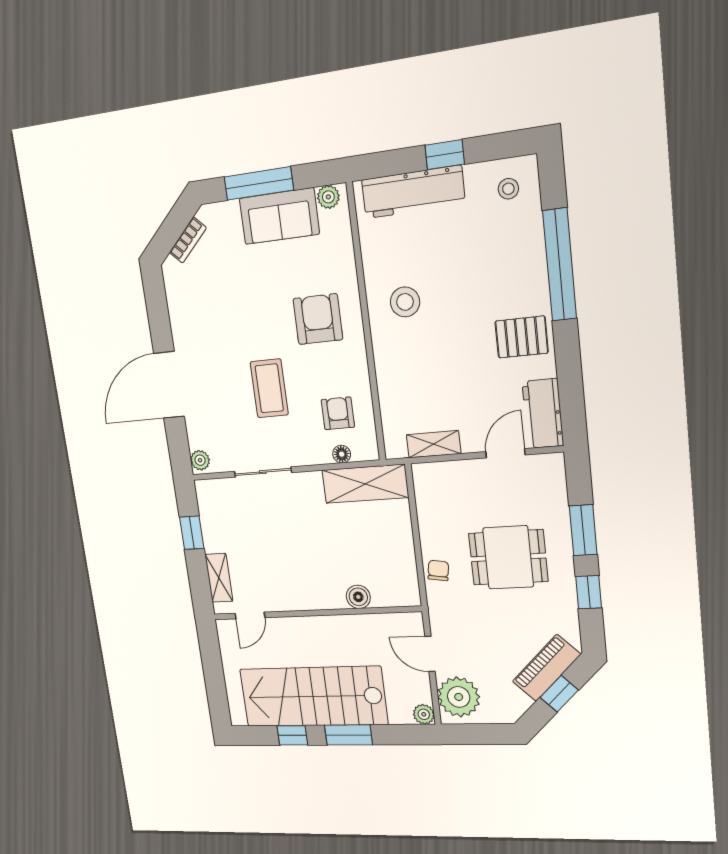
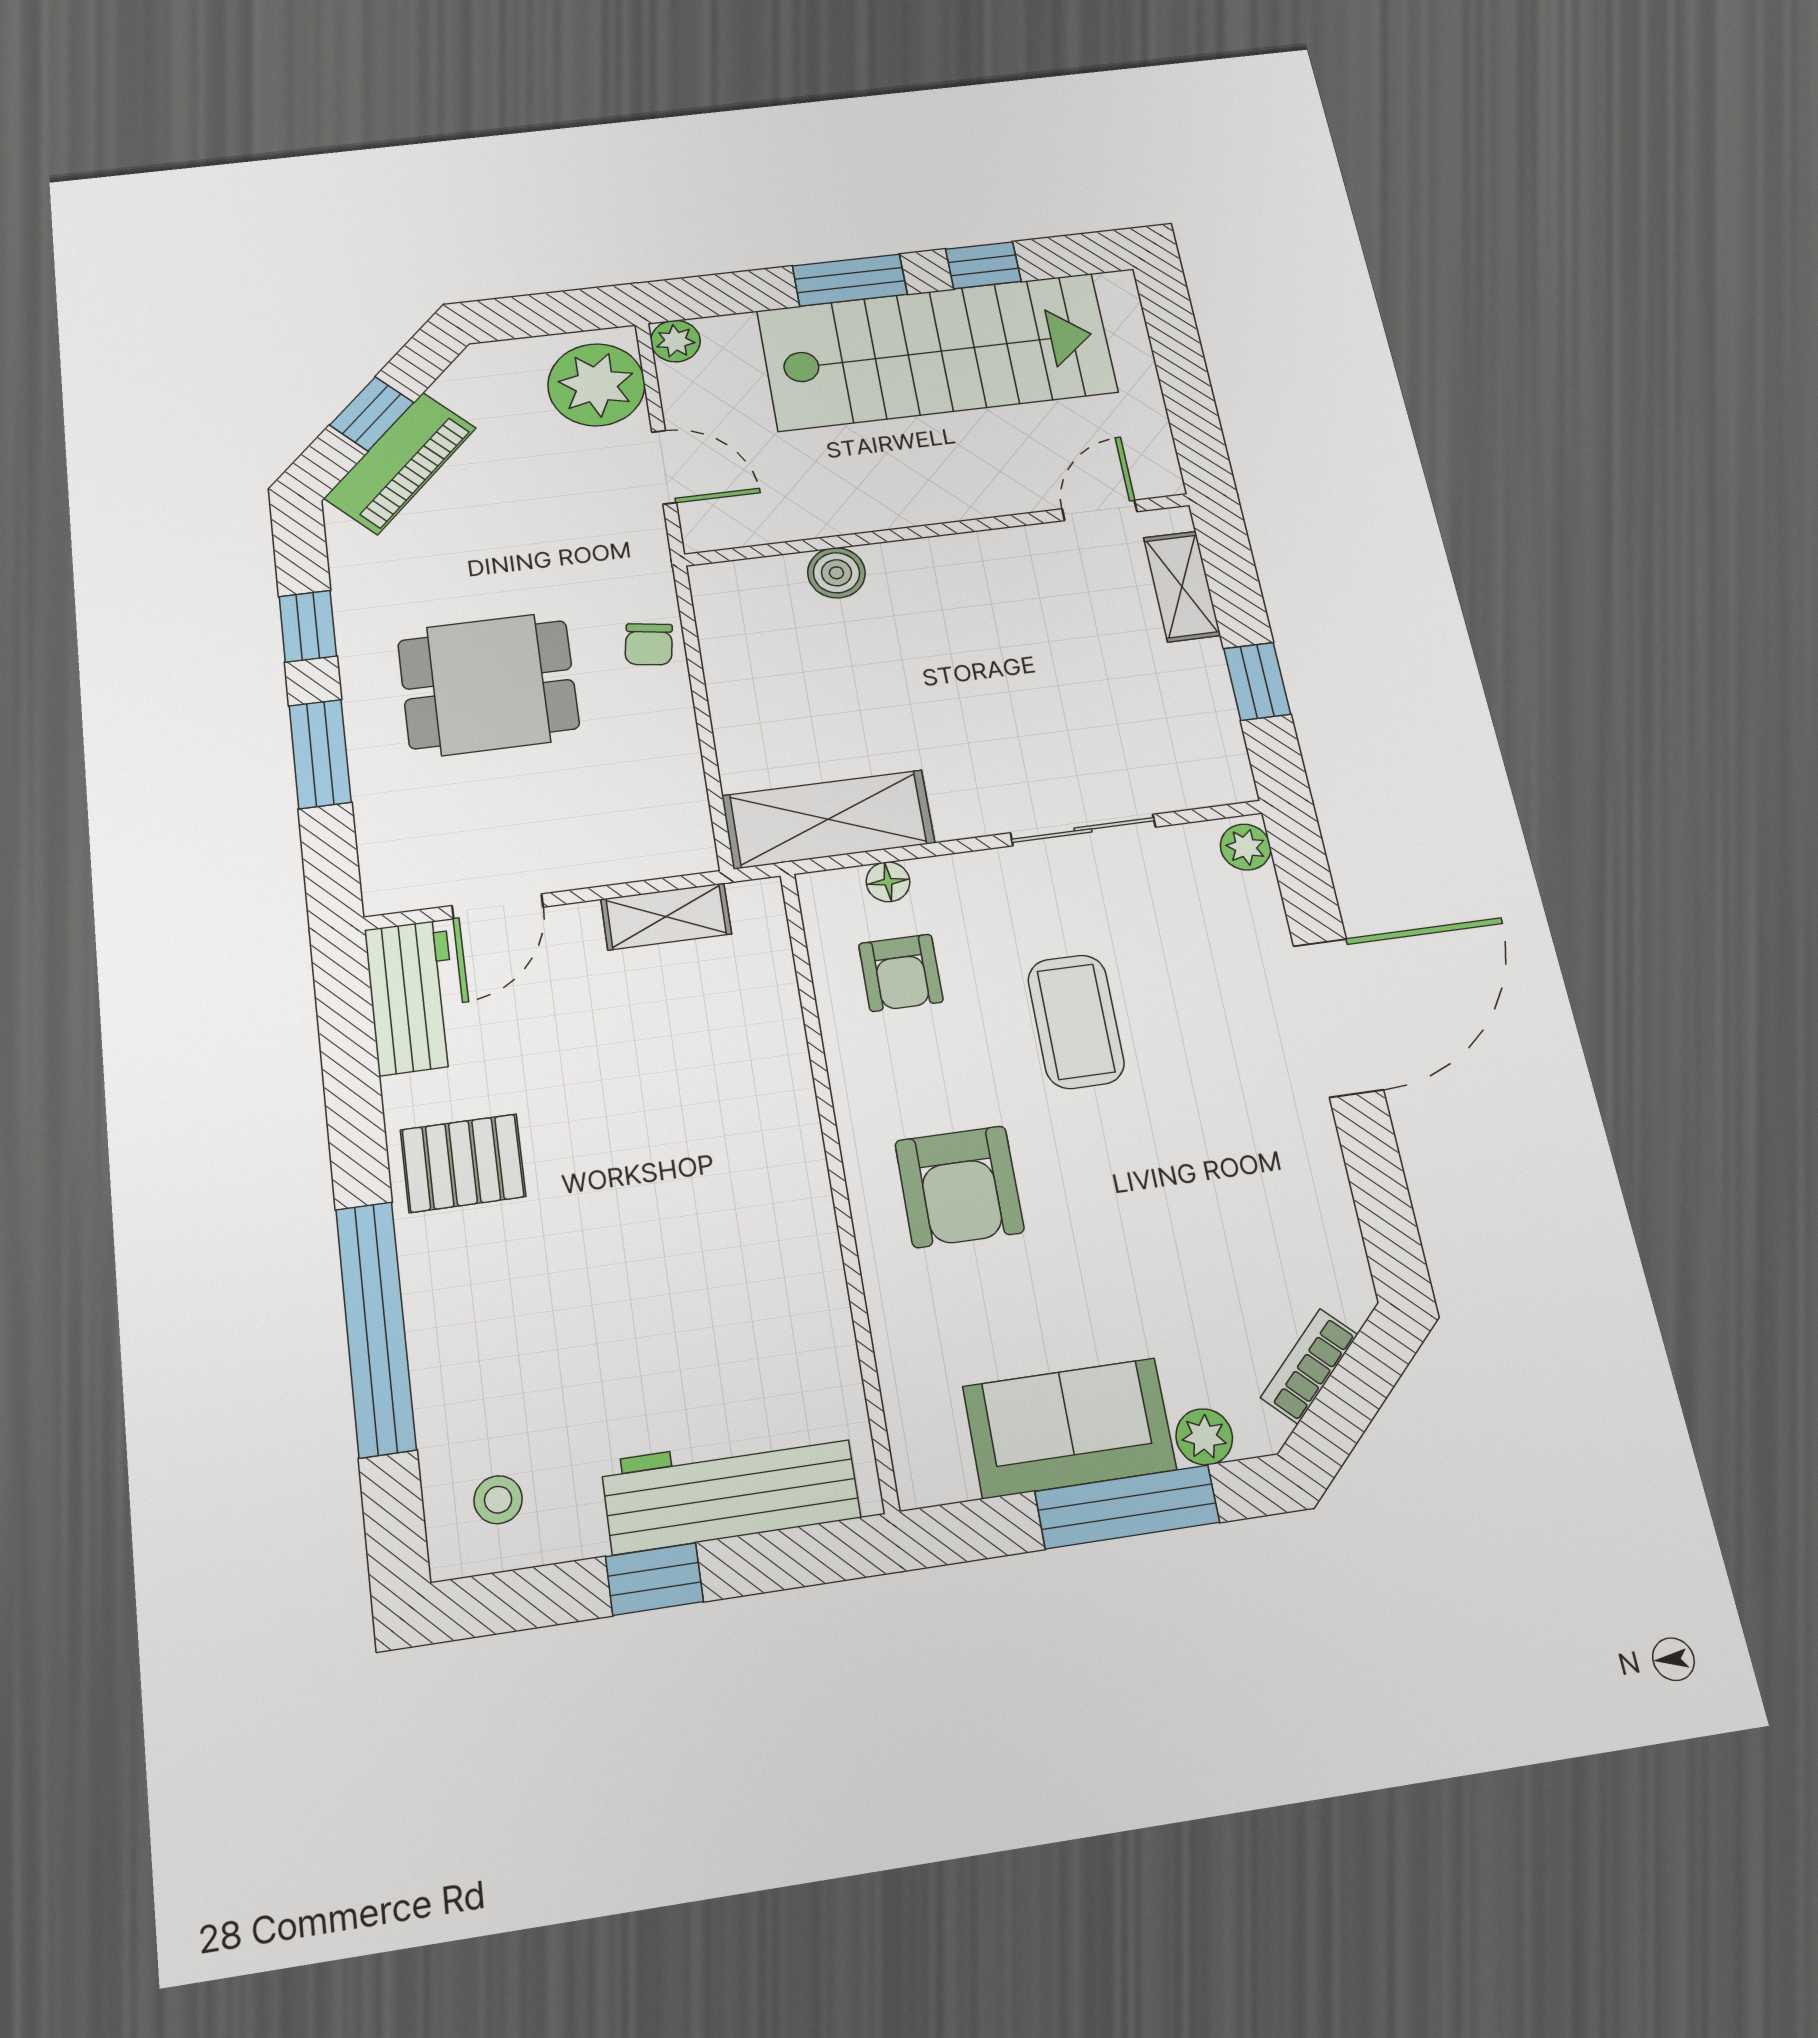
plant: (328, 197) -> (1204, 1437), moved
stool: (405, 302) -> (743, 1233), removed

